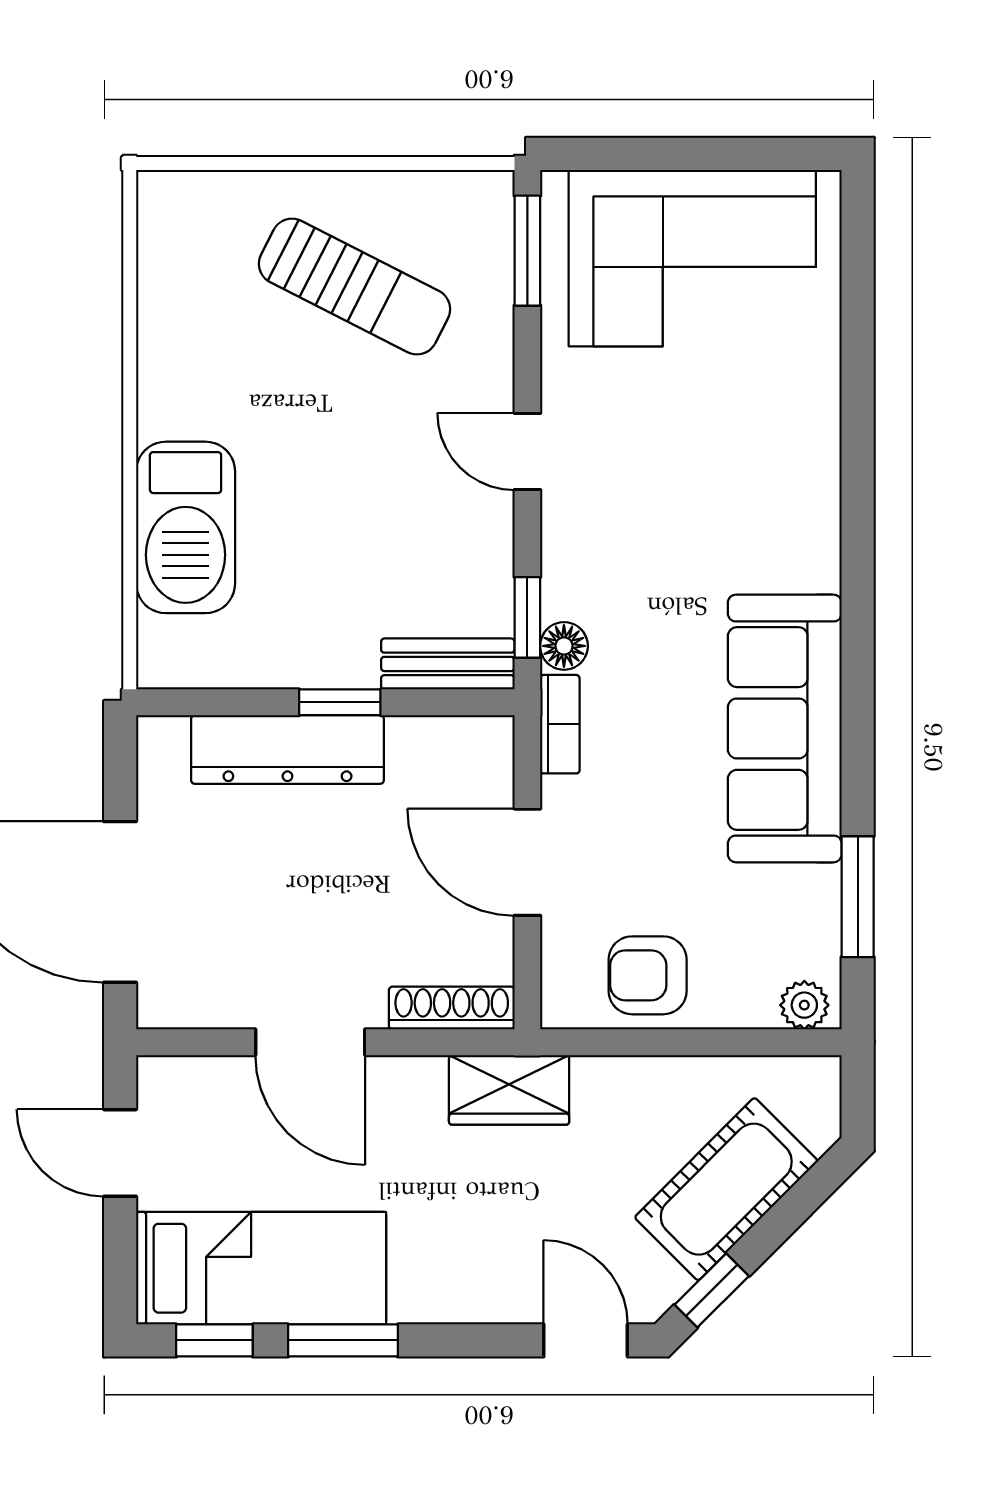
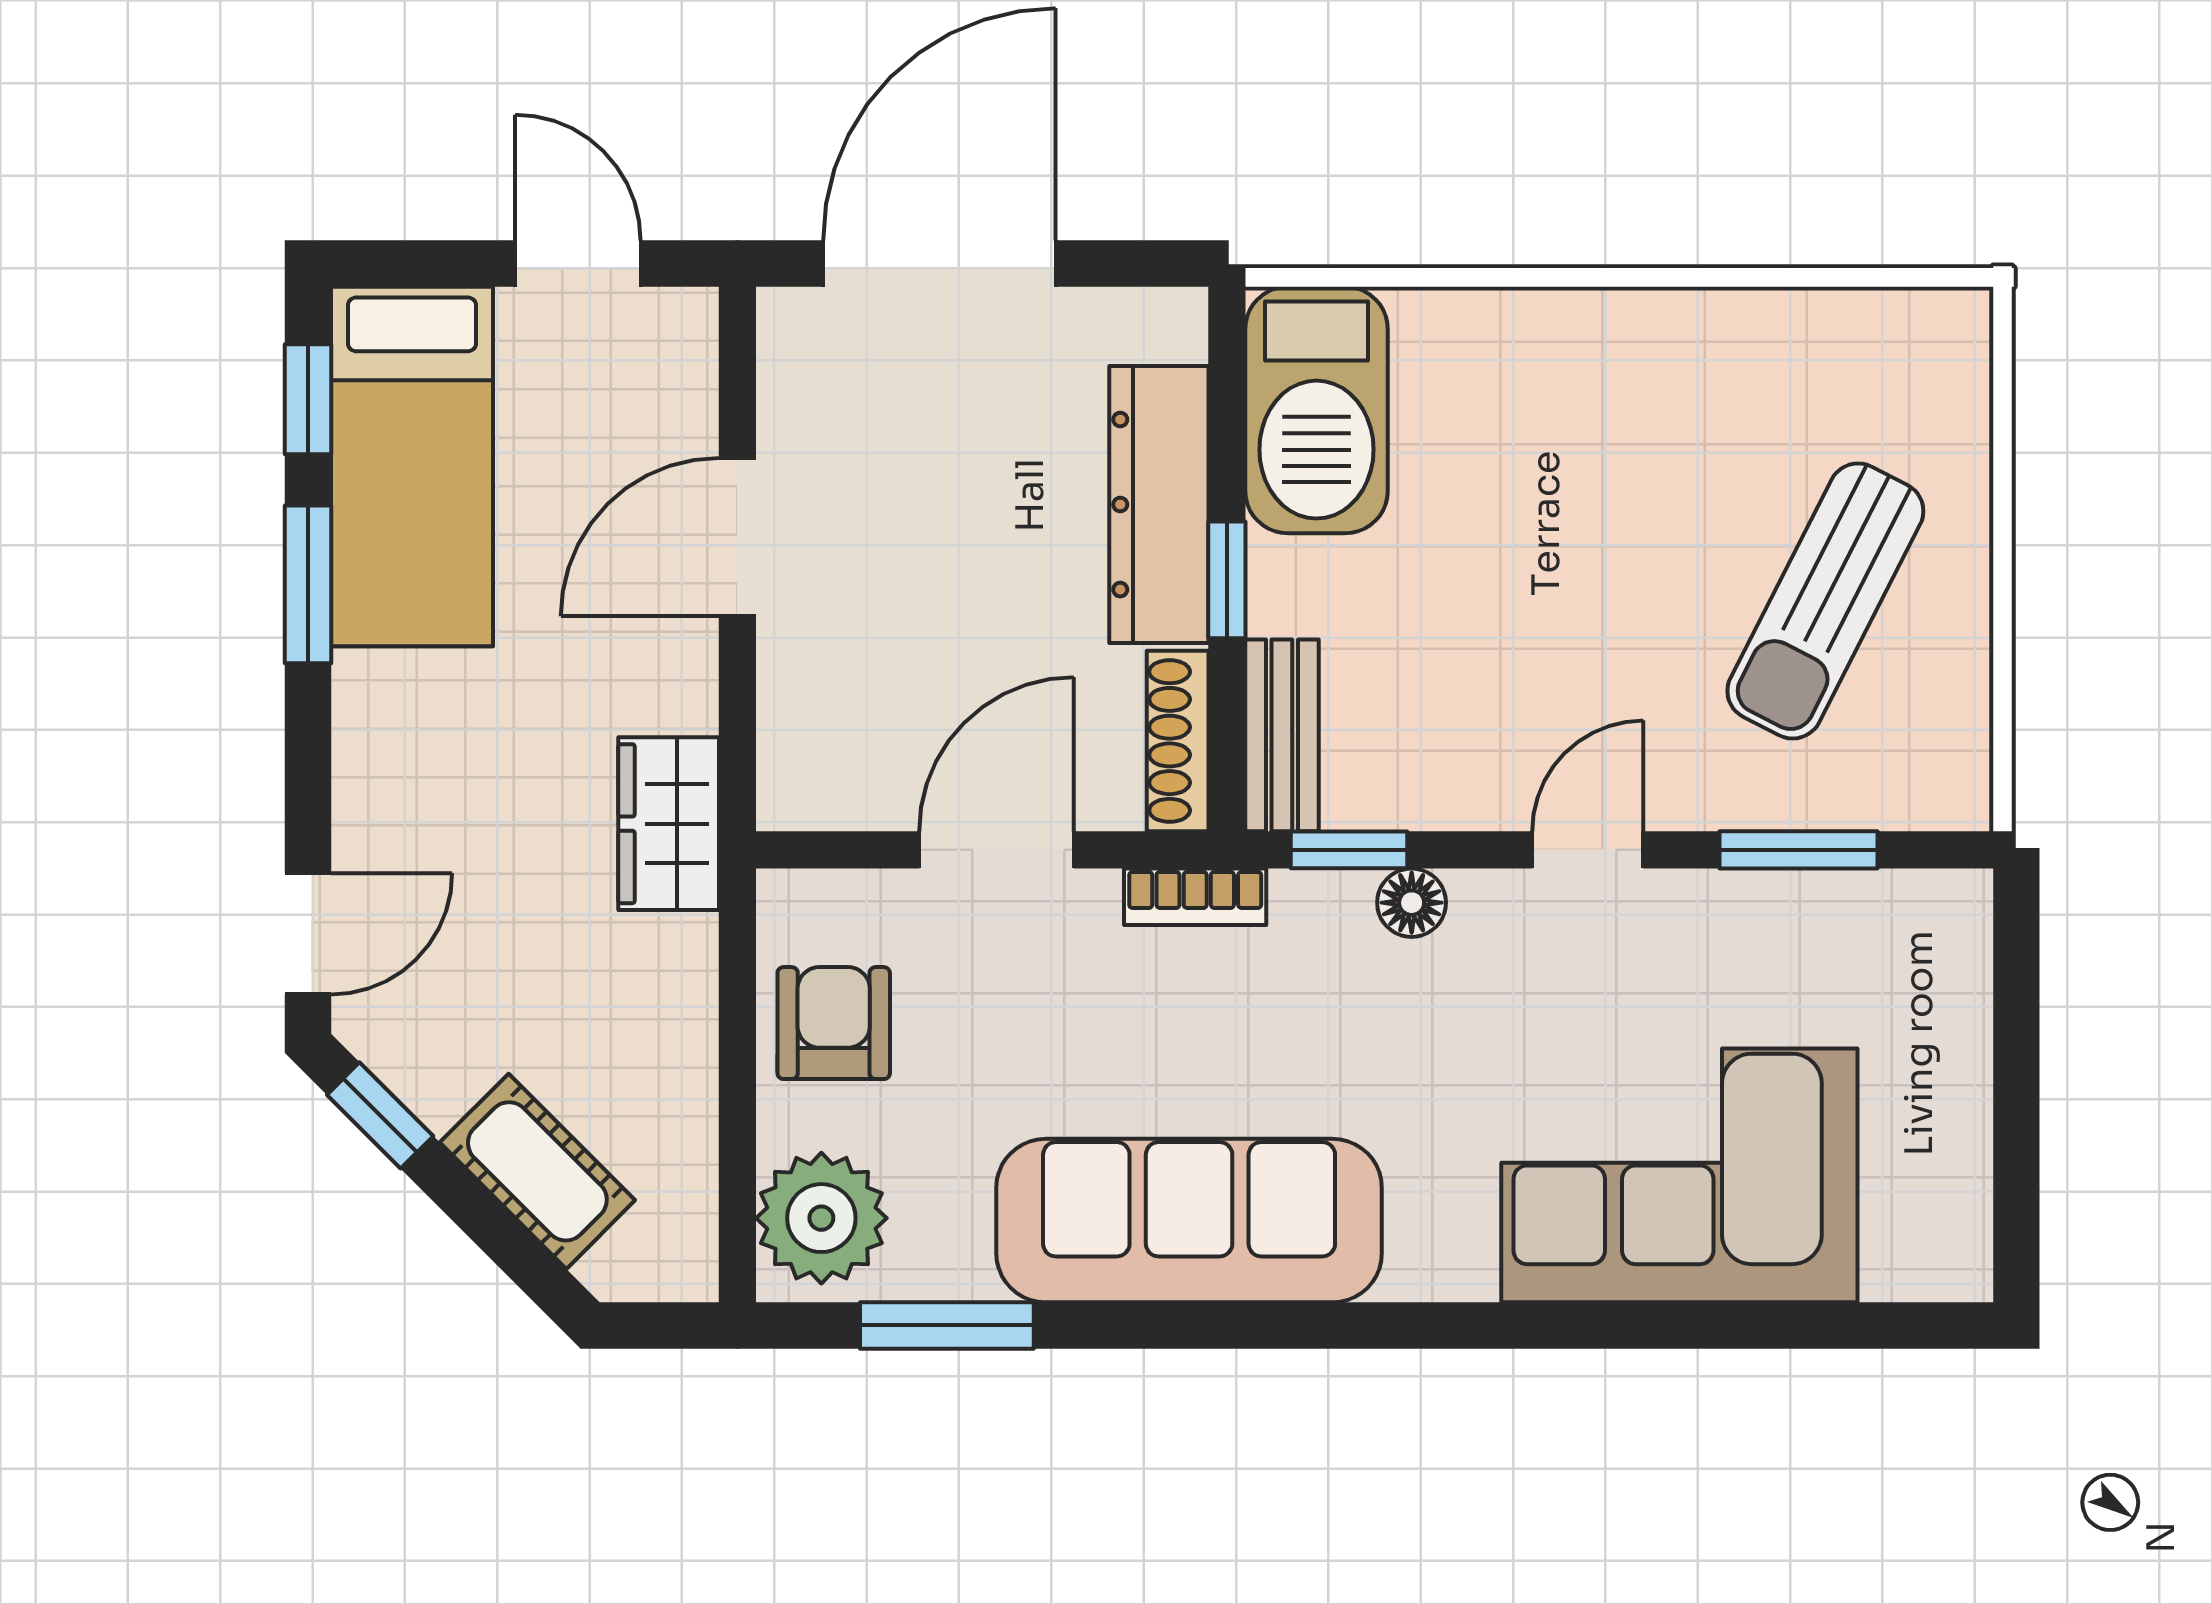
window: (527, 251) -> (1798, 850), moved
corner sofa: (692, 258) -> (1679, 1175), moved, turned 90
barbecue: (186, 527) -> (1316, 410), moved, turned -90
floor lamp: (564, 646) -> (1412, 903), moved
plant: (804, 1005) -> (821, 1218), width x1.87, depth x1.87
shoe rack: (452, 1008) -> (1178, 741), moved, turned 180
door: (120, 1153) -> (578, 264), hinge flipped
cot: (726, 1189) -> (537, 1171), width x0.73, depth x0.75

